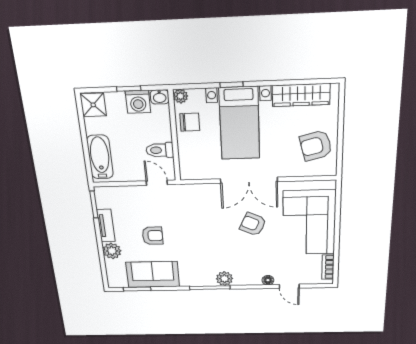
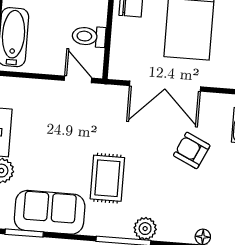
double door: (249, 180) -> (165, 86), moved
armchair: (153, 236) -> (60, 153), removed
rug: (191, 249) -> (107, 178), added

